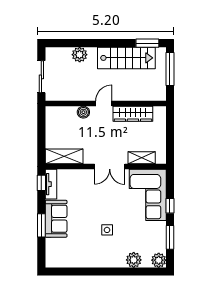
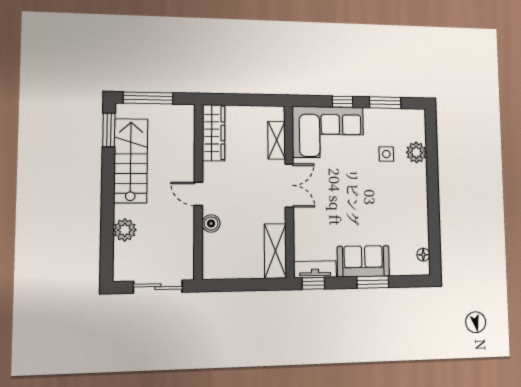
wardrobe: (133, 114) -> (214, 133), moved
side table: (107, 230) -> (386, 154), moved
plant: (159, 260) -> (416, 118), removed
floor lamp: (60, 263) -> (423, 255), added

